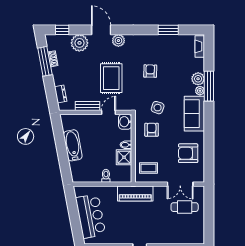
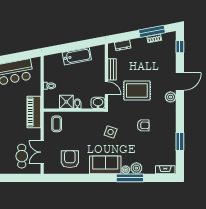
plant: (79, 43) -> (168, 62), removed
armchair: (152, 130) -> (91, 127), removed

